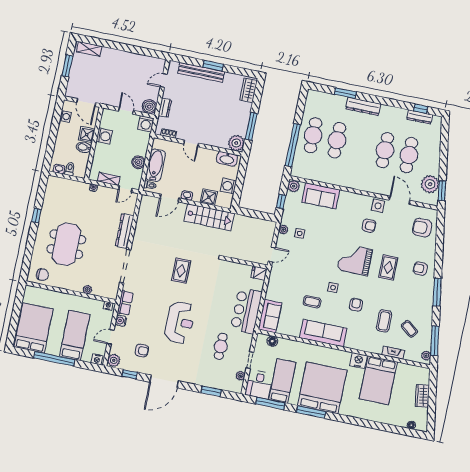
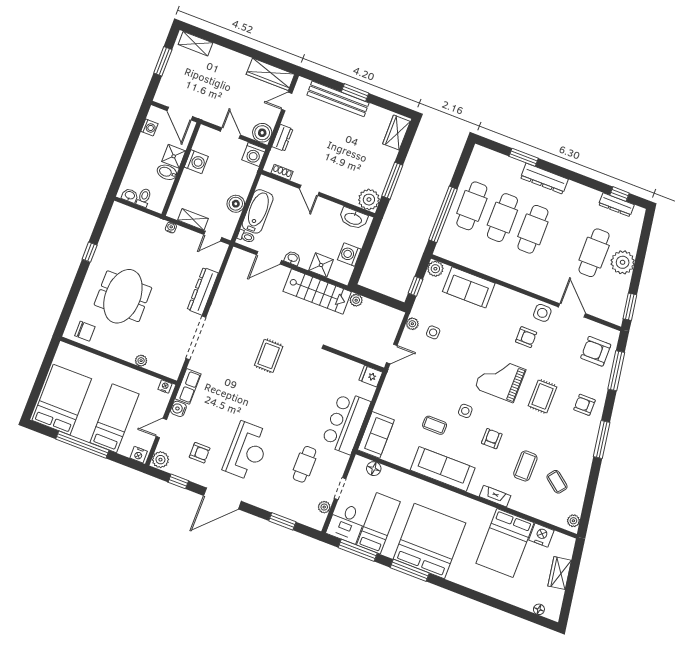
wardrobe: (148, 62) -> (270, 74), added
cafe table: (385, 150) -> (533, 229), moved
plant: (430, 184) -> (623, 262), moved
plant: (239, 219) -> (356, 300), added
reception desk: (180, 322) -> (247, 451), moved
window: (435, 341) -> (616, 371), moved
fireplace: (393, 353) -> (495, 496), moved
nightstand: (358, 361) -> (541, 535), moved

